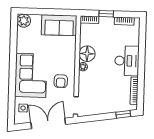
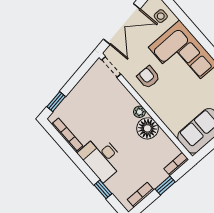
window: (142, 43) -> (103, 189), added

